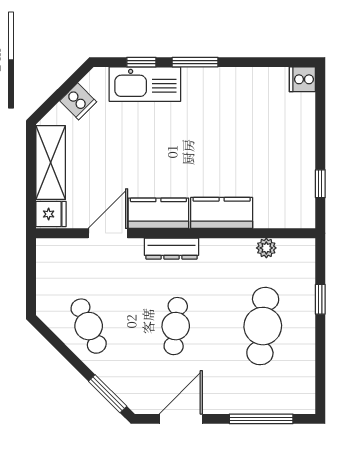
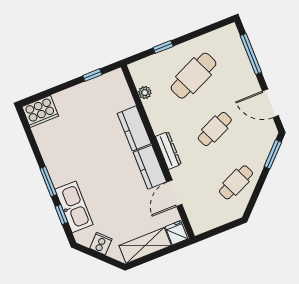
cooker: (302, 79) -> (40, 111), width x1.87, depth x1.31
door: (108, 233) -> (174, 193), hinge flipped
cafe table: (176, 326) -> (215, 129), turned -30
cafe table: (263, 326) -> (194, 76), turned -30

